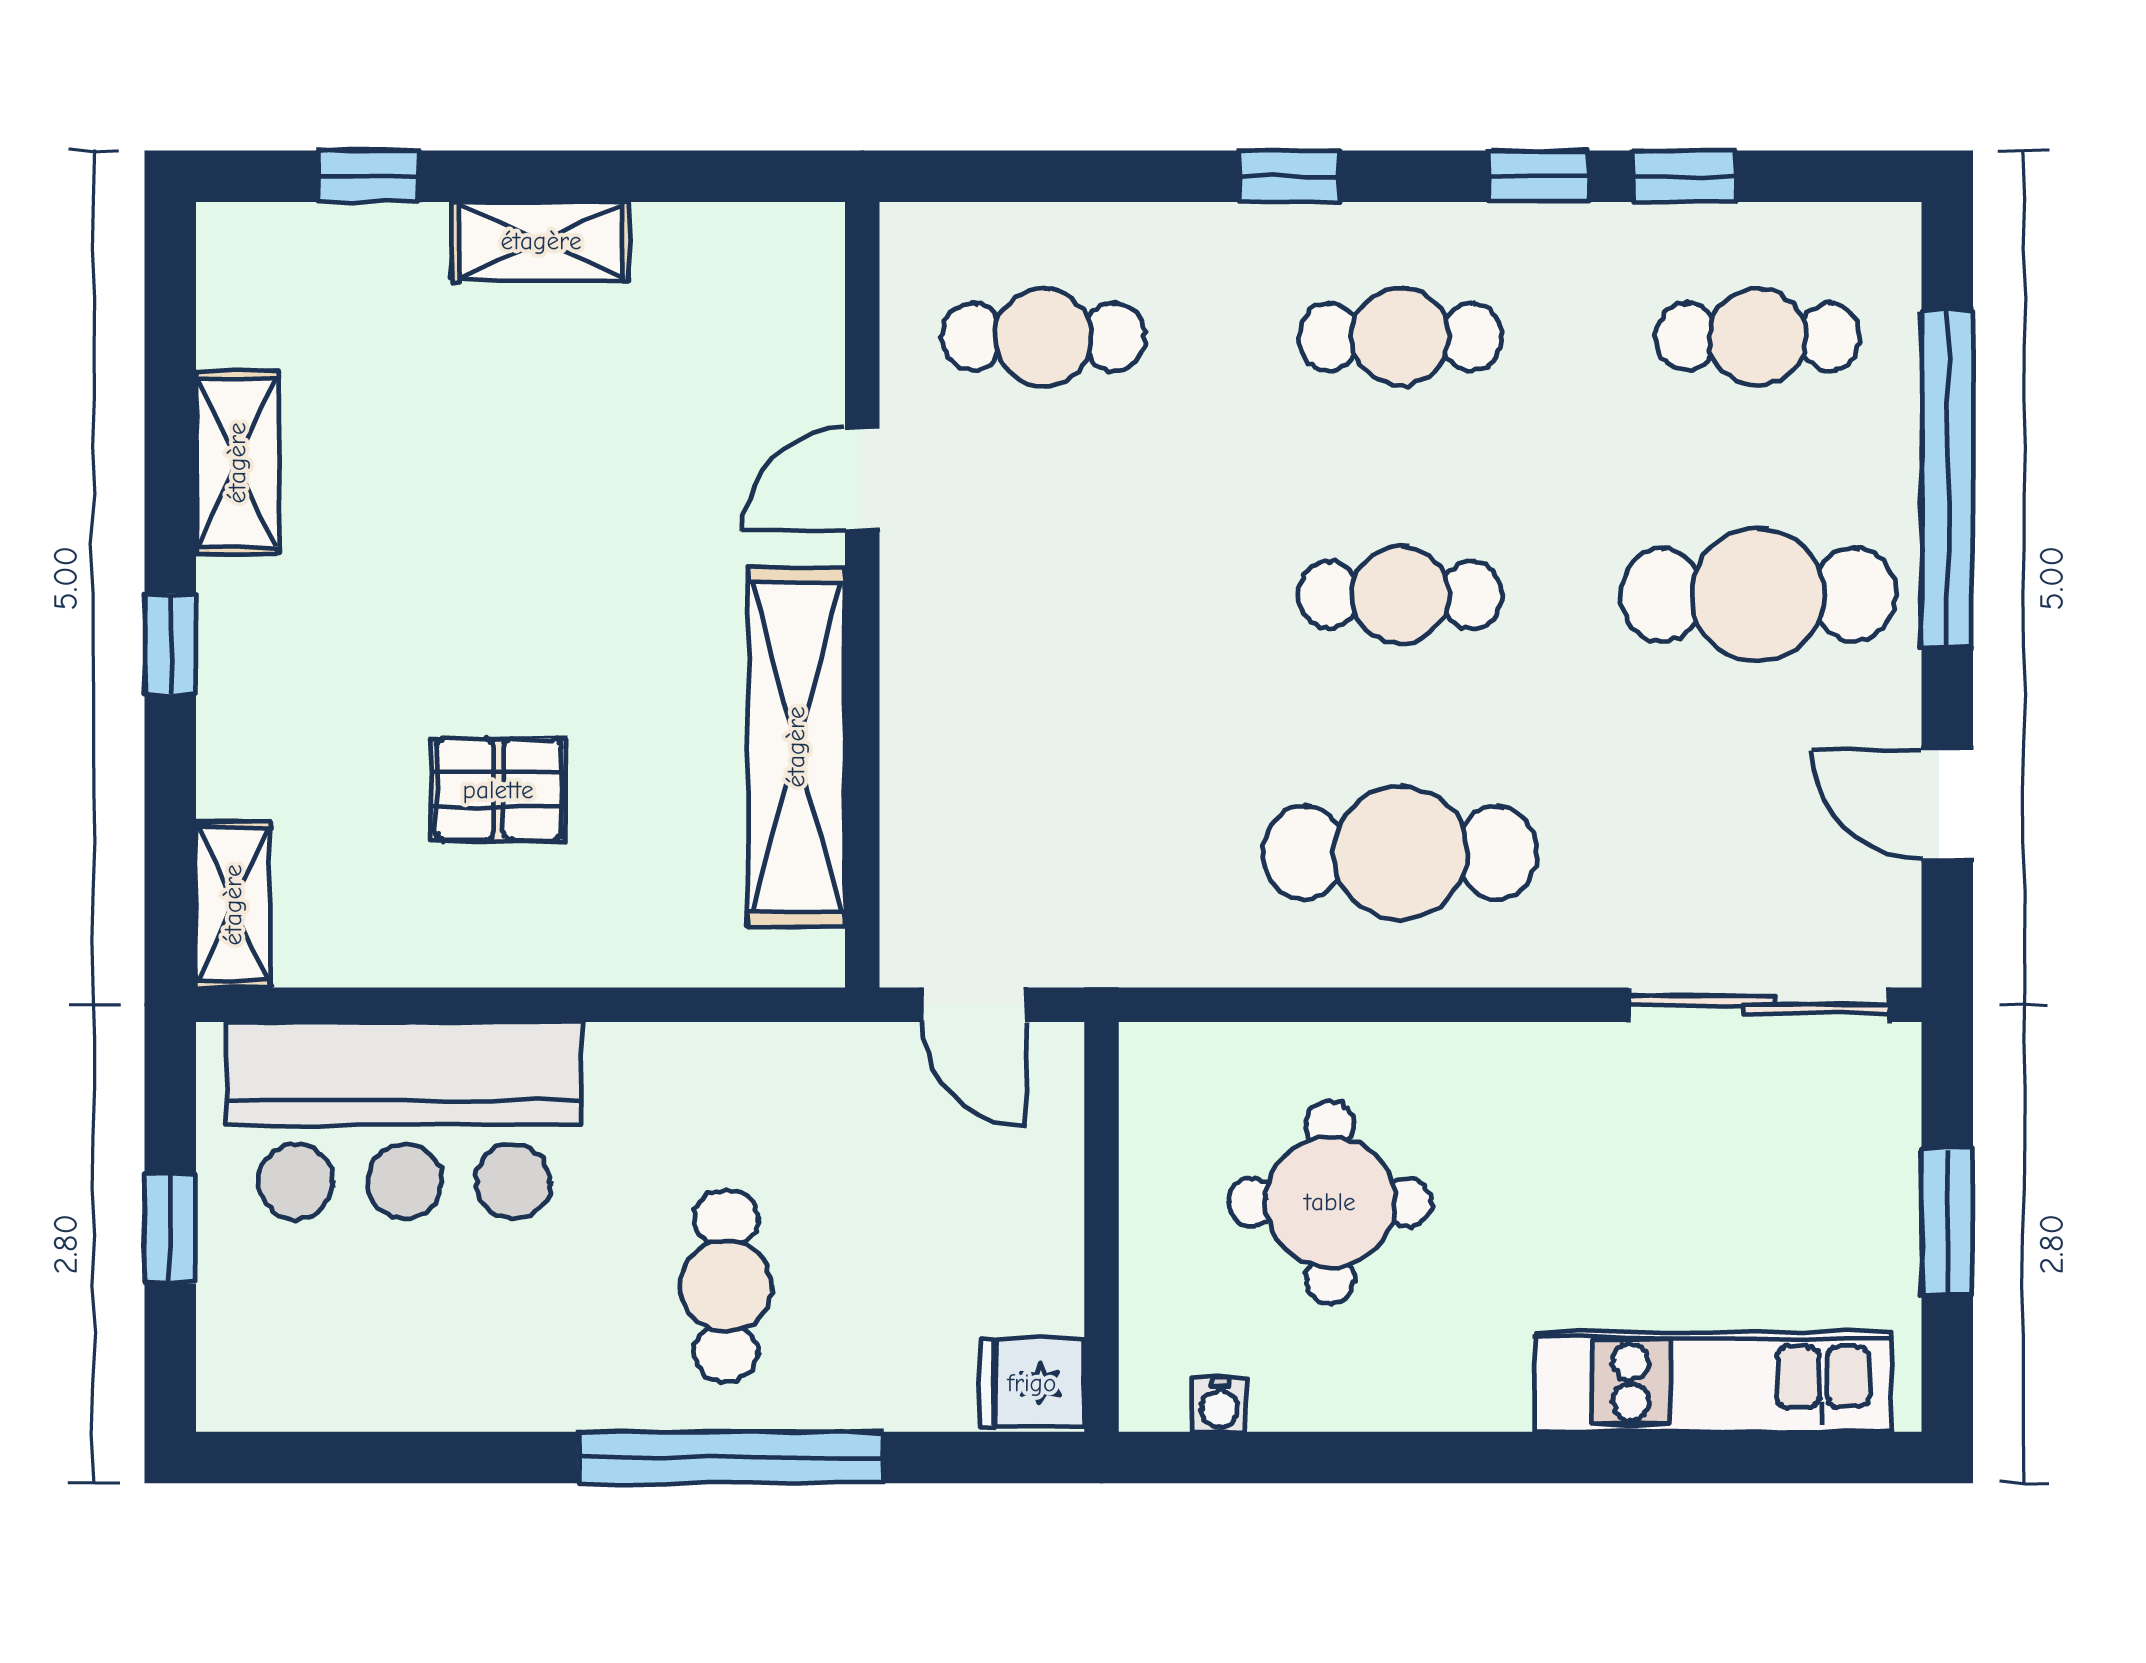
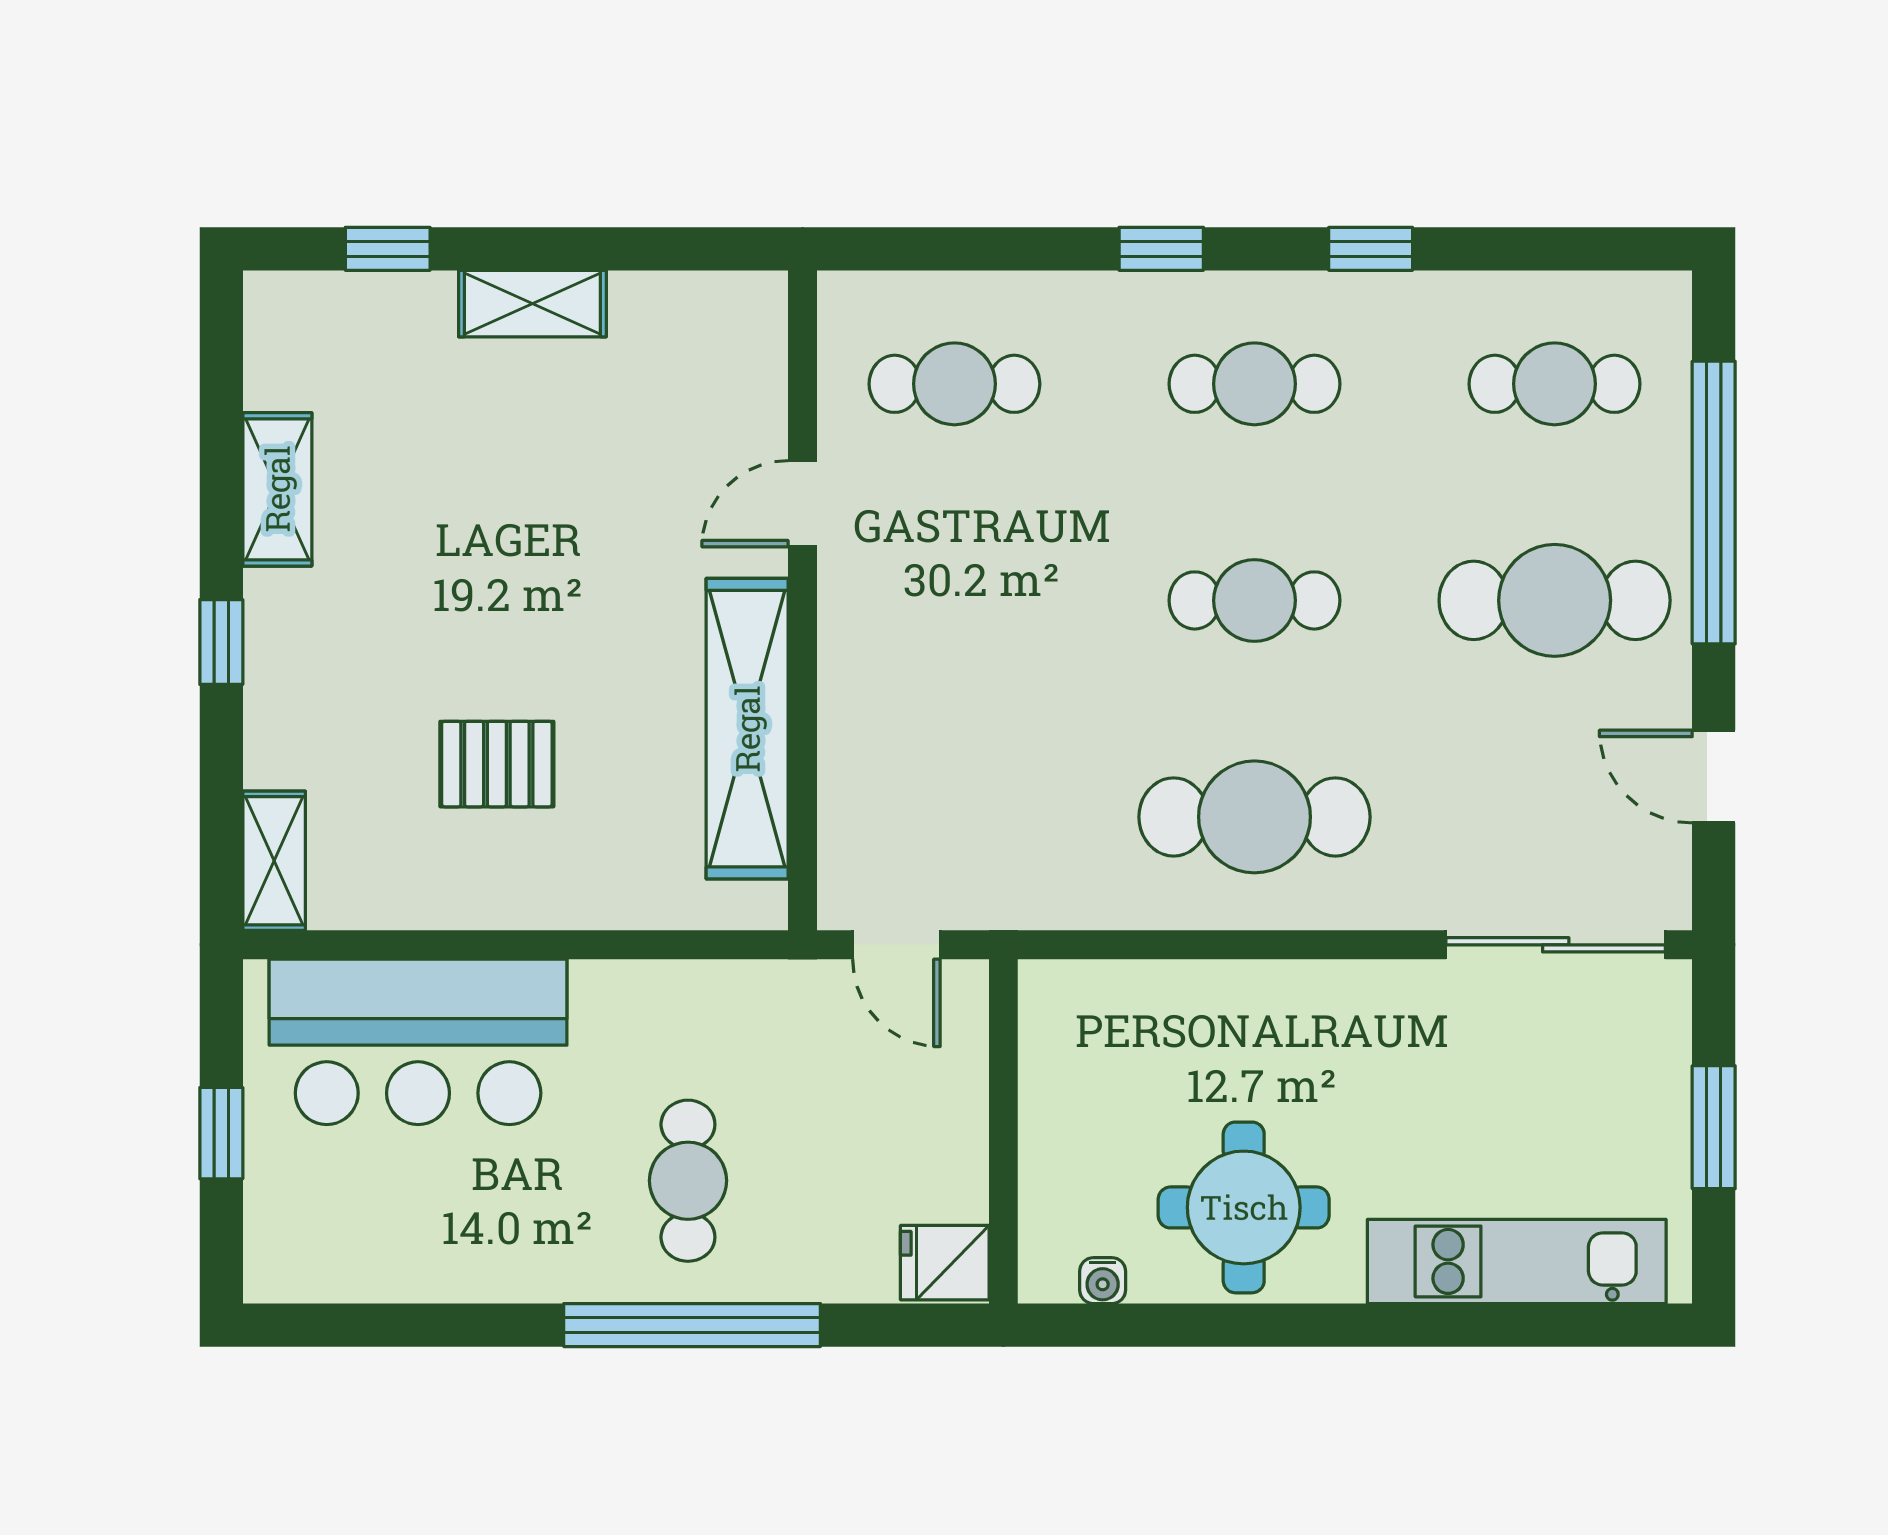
window: (1684, 176) -> (1493, 249), removed
round table: (1330, 1202) -> (1244, 1207), moved

